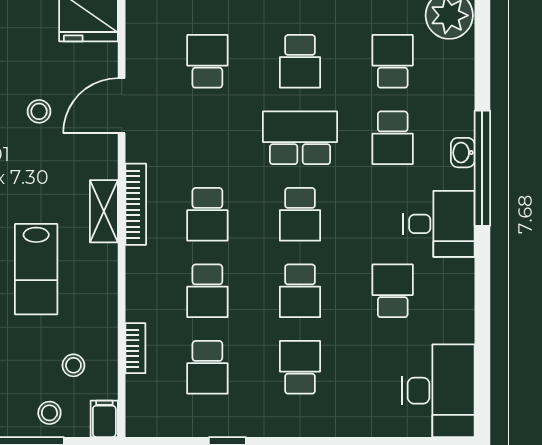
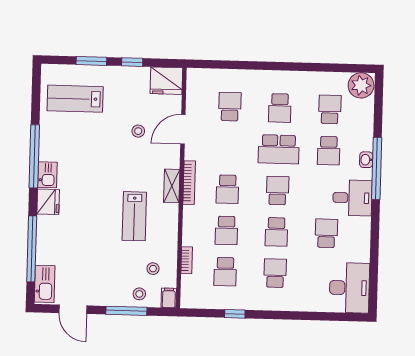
school desk: (300, 138) -> (279, 149), turned 180
school desk: (300, 214) -> (277, 191), turned 180

